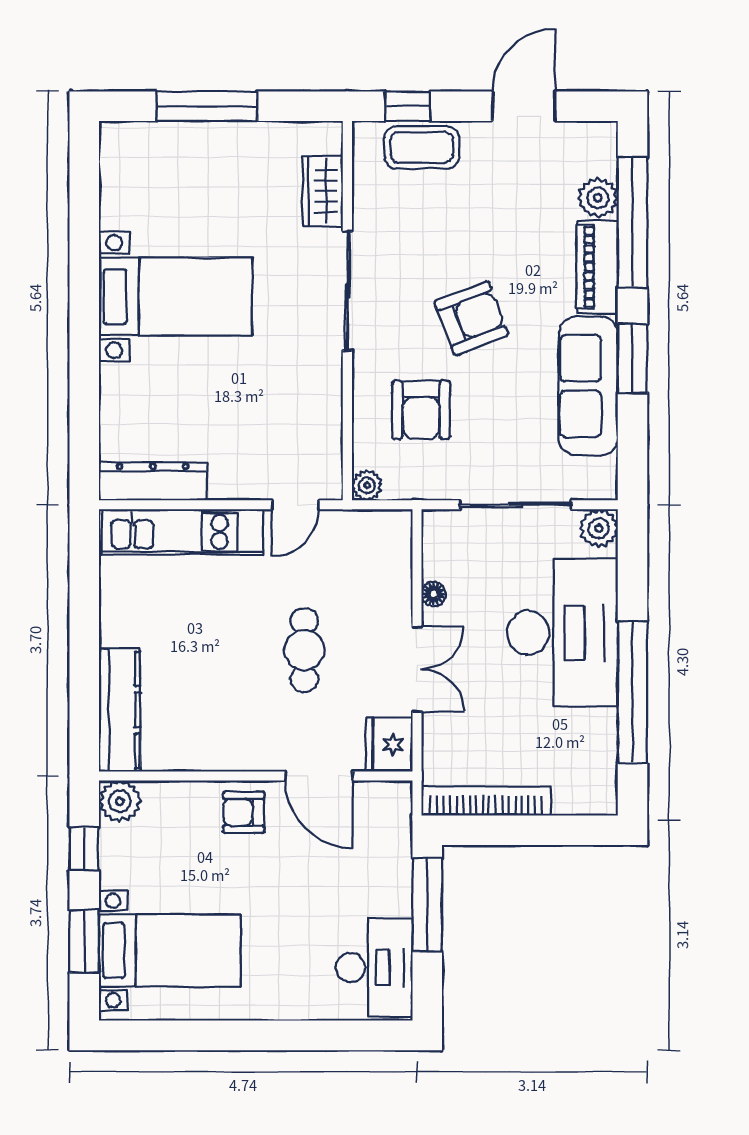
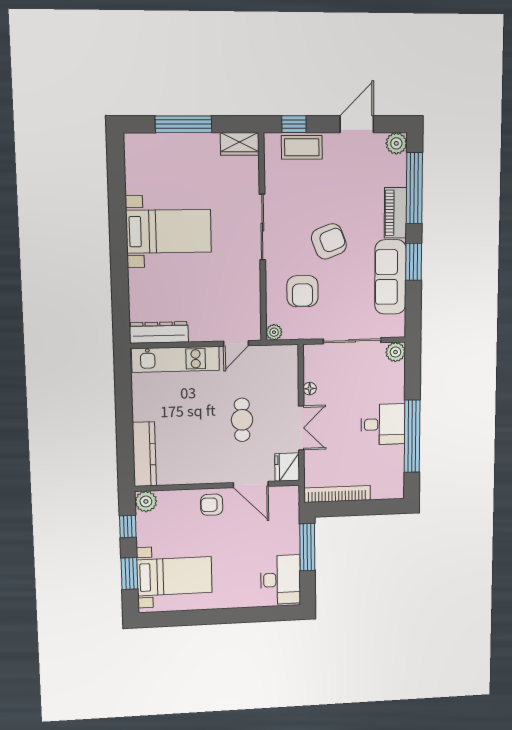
wardrobe: (323, 191) -> (240, 144), moved, turned -90
plant: (598, 198) -> (396, 143), moved
desk: (562, 633) -> (383, 424), width x0.53, depth x0.77

